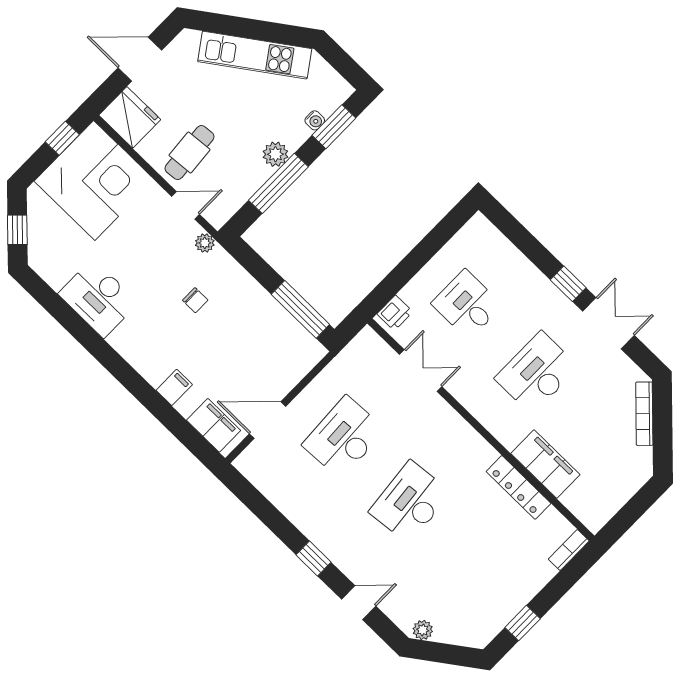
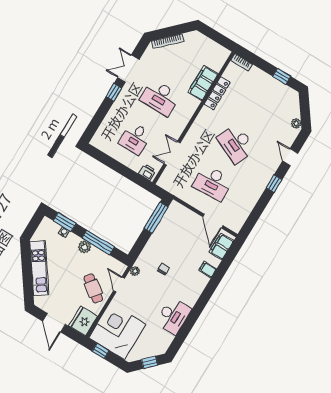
cafe table: (190, 152) -> (93, 288), turned 42
desk: (410, 502) -> (236, 144), turned 30

